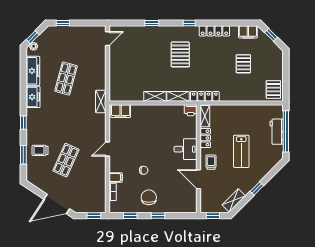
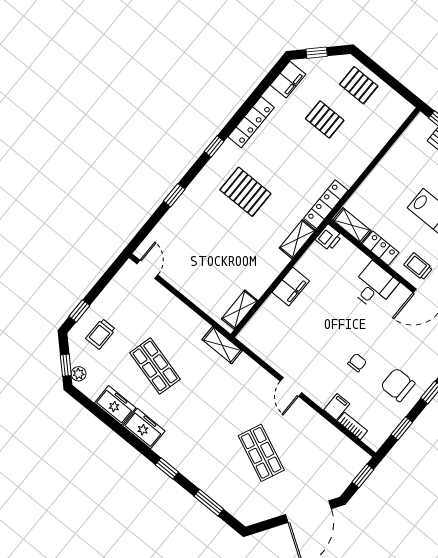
freezer: (33, 71) -> (115, 405), width x0.71
pallet: (273, 90) -> (359, 85), moved
shelving: (155, 96) -> (240, 310), moved
filing cabinet: (121, 111) -> (291, 287), moved
trolley: (40, 150) -> (101, 334), moved

